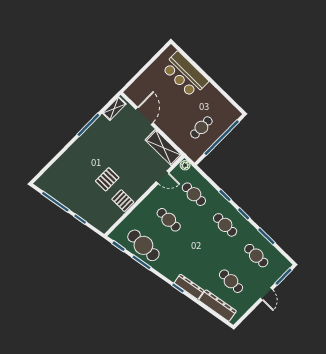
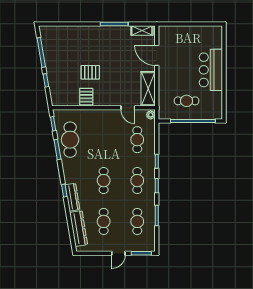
bar counter: (185, 75) -> (211, 70), moved
door: (144, 116) -> (157, 55), swing flipped
cafe table: (169, 220) -> (104, 181), moved

